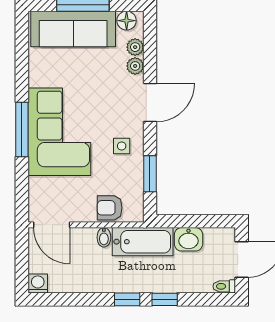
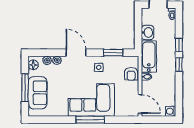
sofa: (73, 29) -> (38, 93), width x0.73
door: (52, 225) -> (140, 104), hinge flipped

